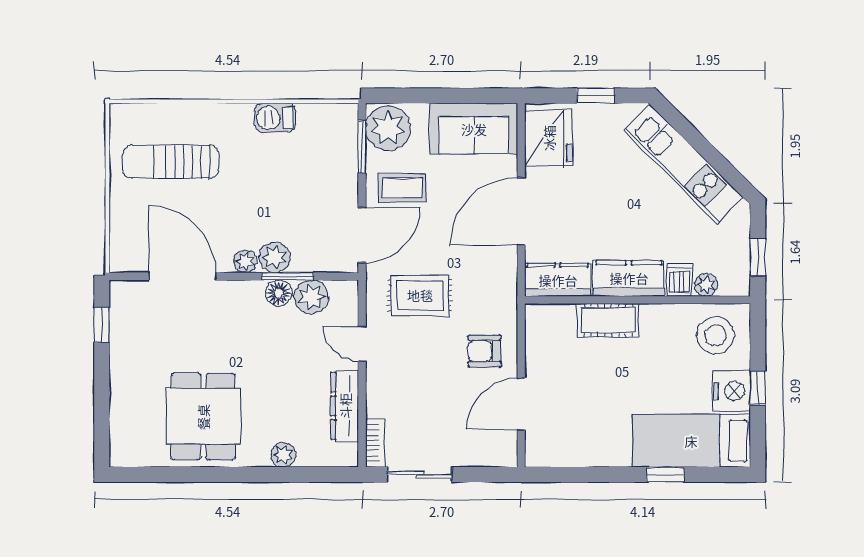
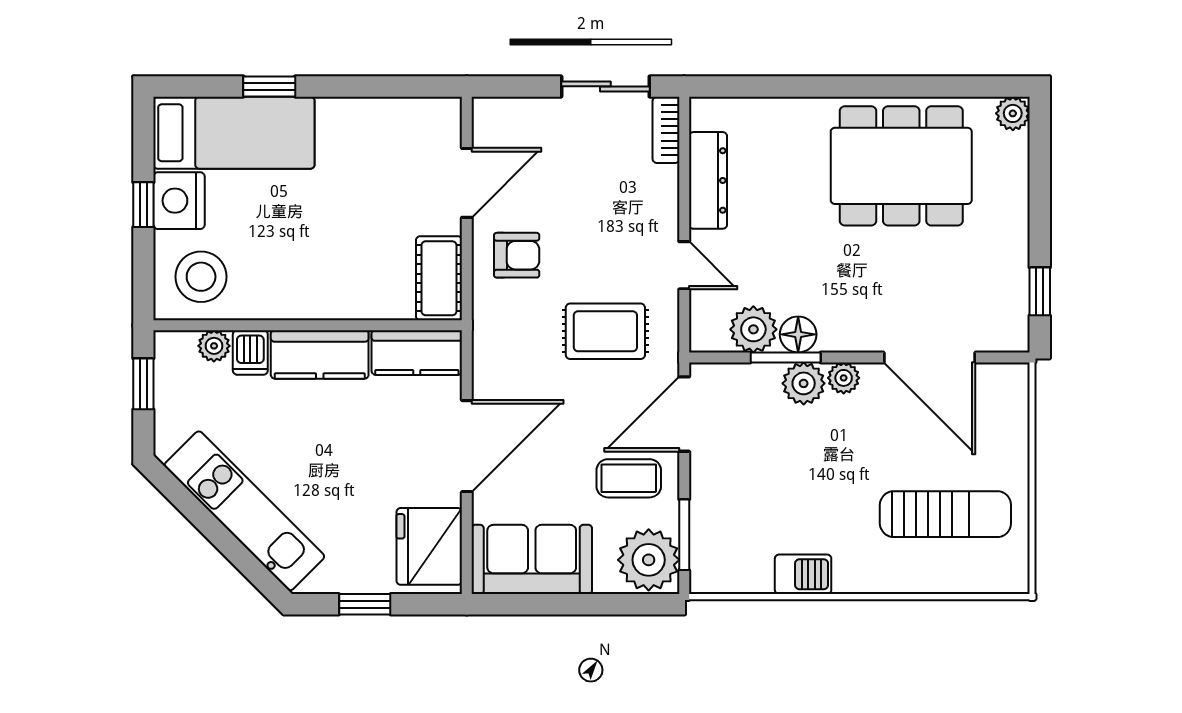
cot: (608, 320) -> (439, 278), moved, turned 90
dining table: (203, 417) -> (901, 166), width x1.38
plant: (283, 455) -> (1013, 113), moved

